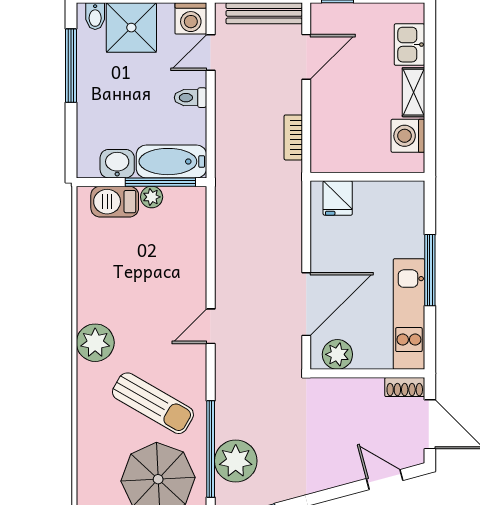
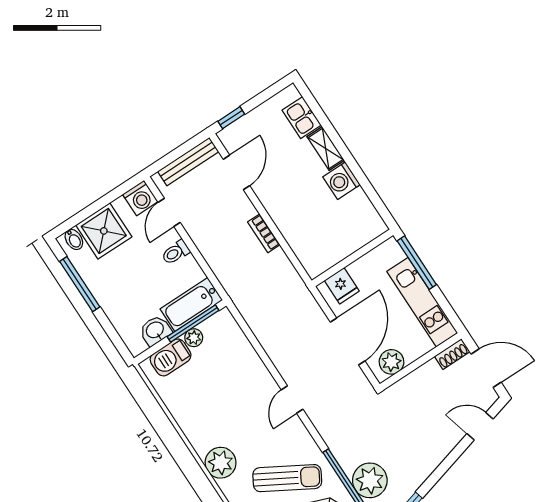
wall: (367, 177) -> (353, 258), moved
fridge: (338, 198) -> (342, 286), moved

